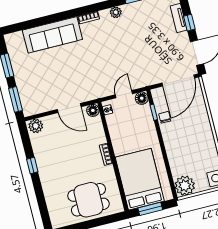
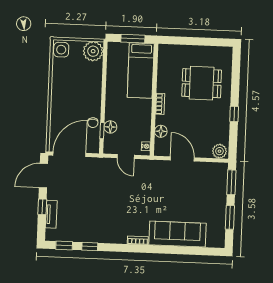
plant: (116, 12) -> (110, 238), removed
door: (124, 94) -> (126, 157), hinge flipped
floor lamp: (142, 98) -> (110, 127), moved
floor lamp: (93, 110) -> (161, 131), moved
bed: (140, 179) -> (141, 71), width x0.67
dining table: (88, 200) -> (202, 83), moved

